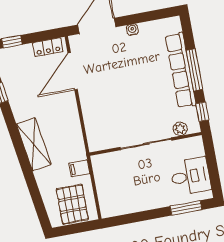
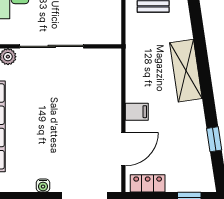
door: (73, 71) -> (123, 149), width x0.73
filing cabinet: (79, 168) -> (137, 112), moved

